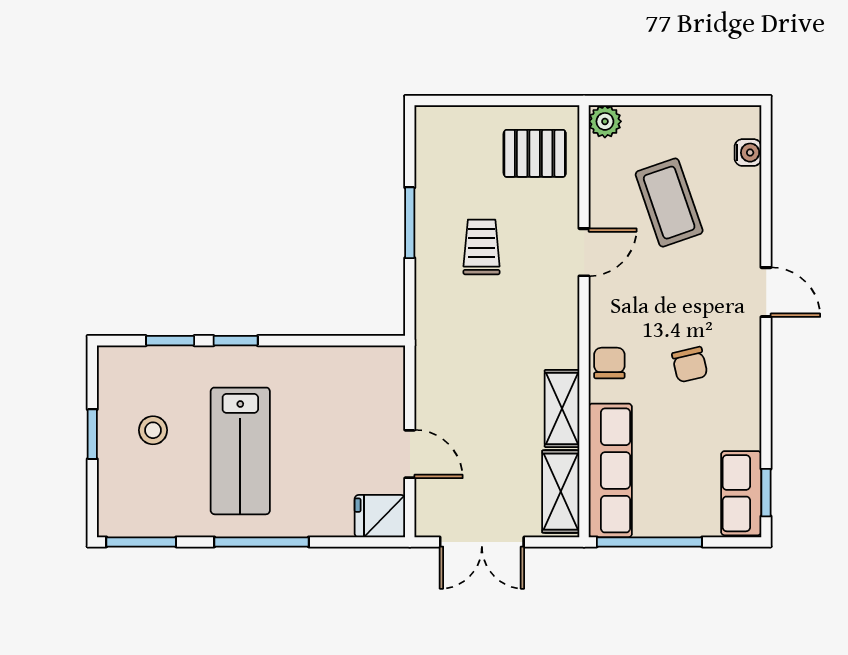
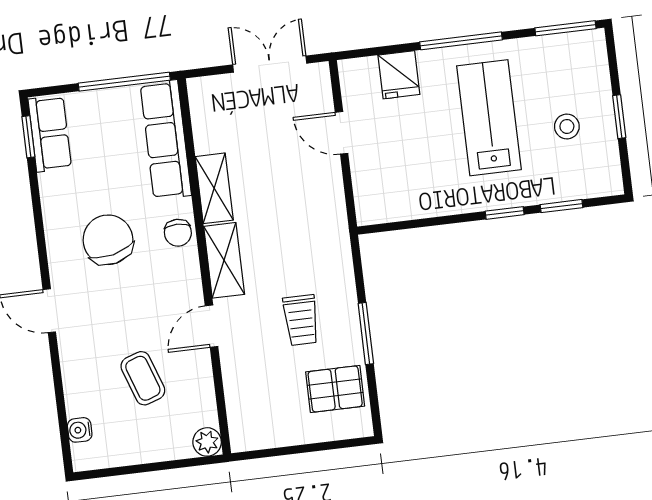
pallet: (535, 153) -> (335, 389), moved
coffee table: (669, 203) -> (143, 378), width x0.73, depth x0.77
chair: (690, 365) -> (108, 240), width x1.87, depth x1.87
shelving: (561, 492) -> (224, 260), moved
fridge: (380, 516) -> (399, 75), moved, turned 90

